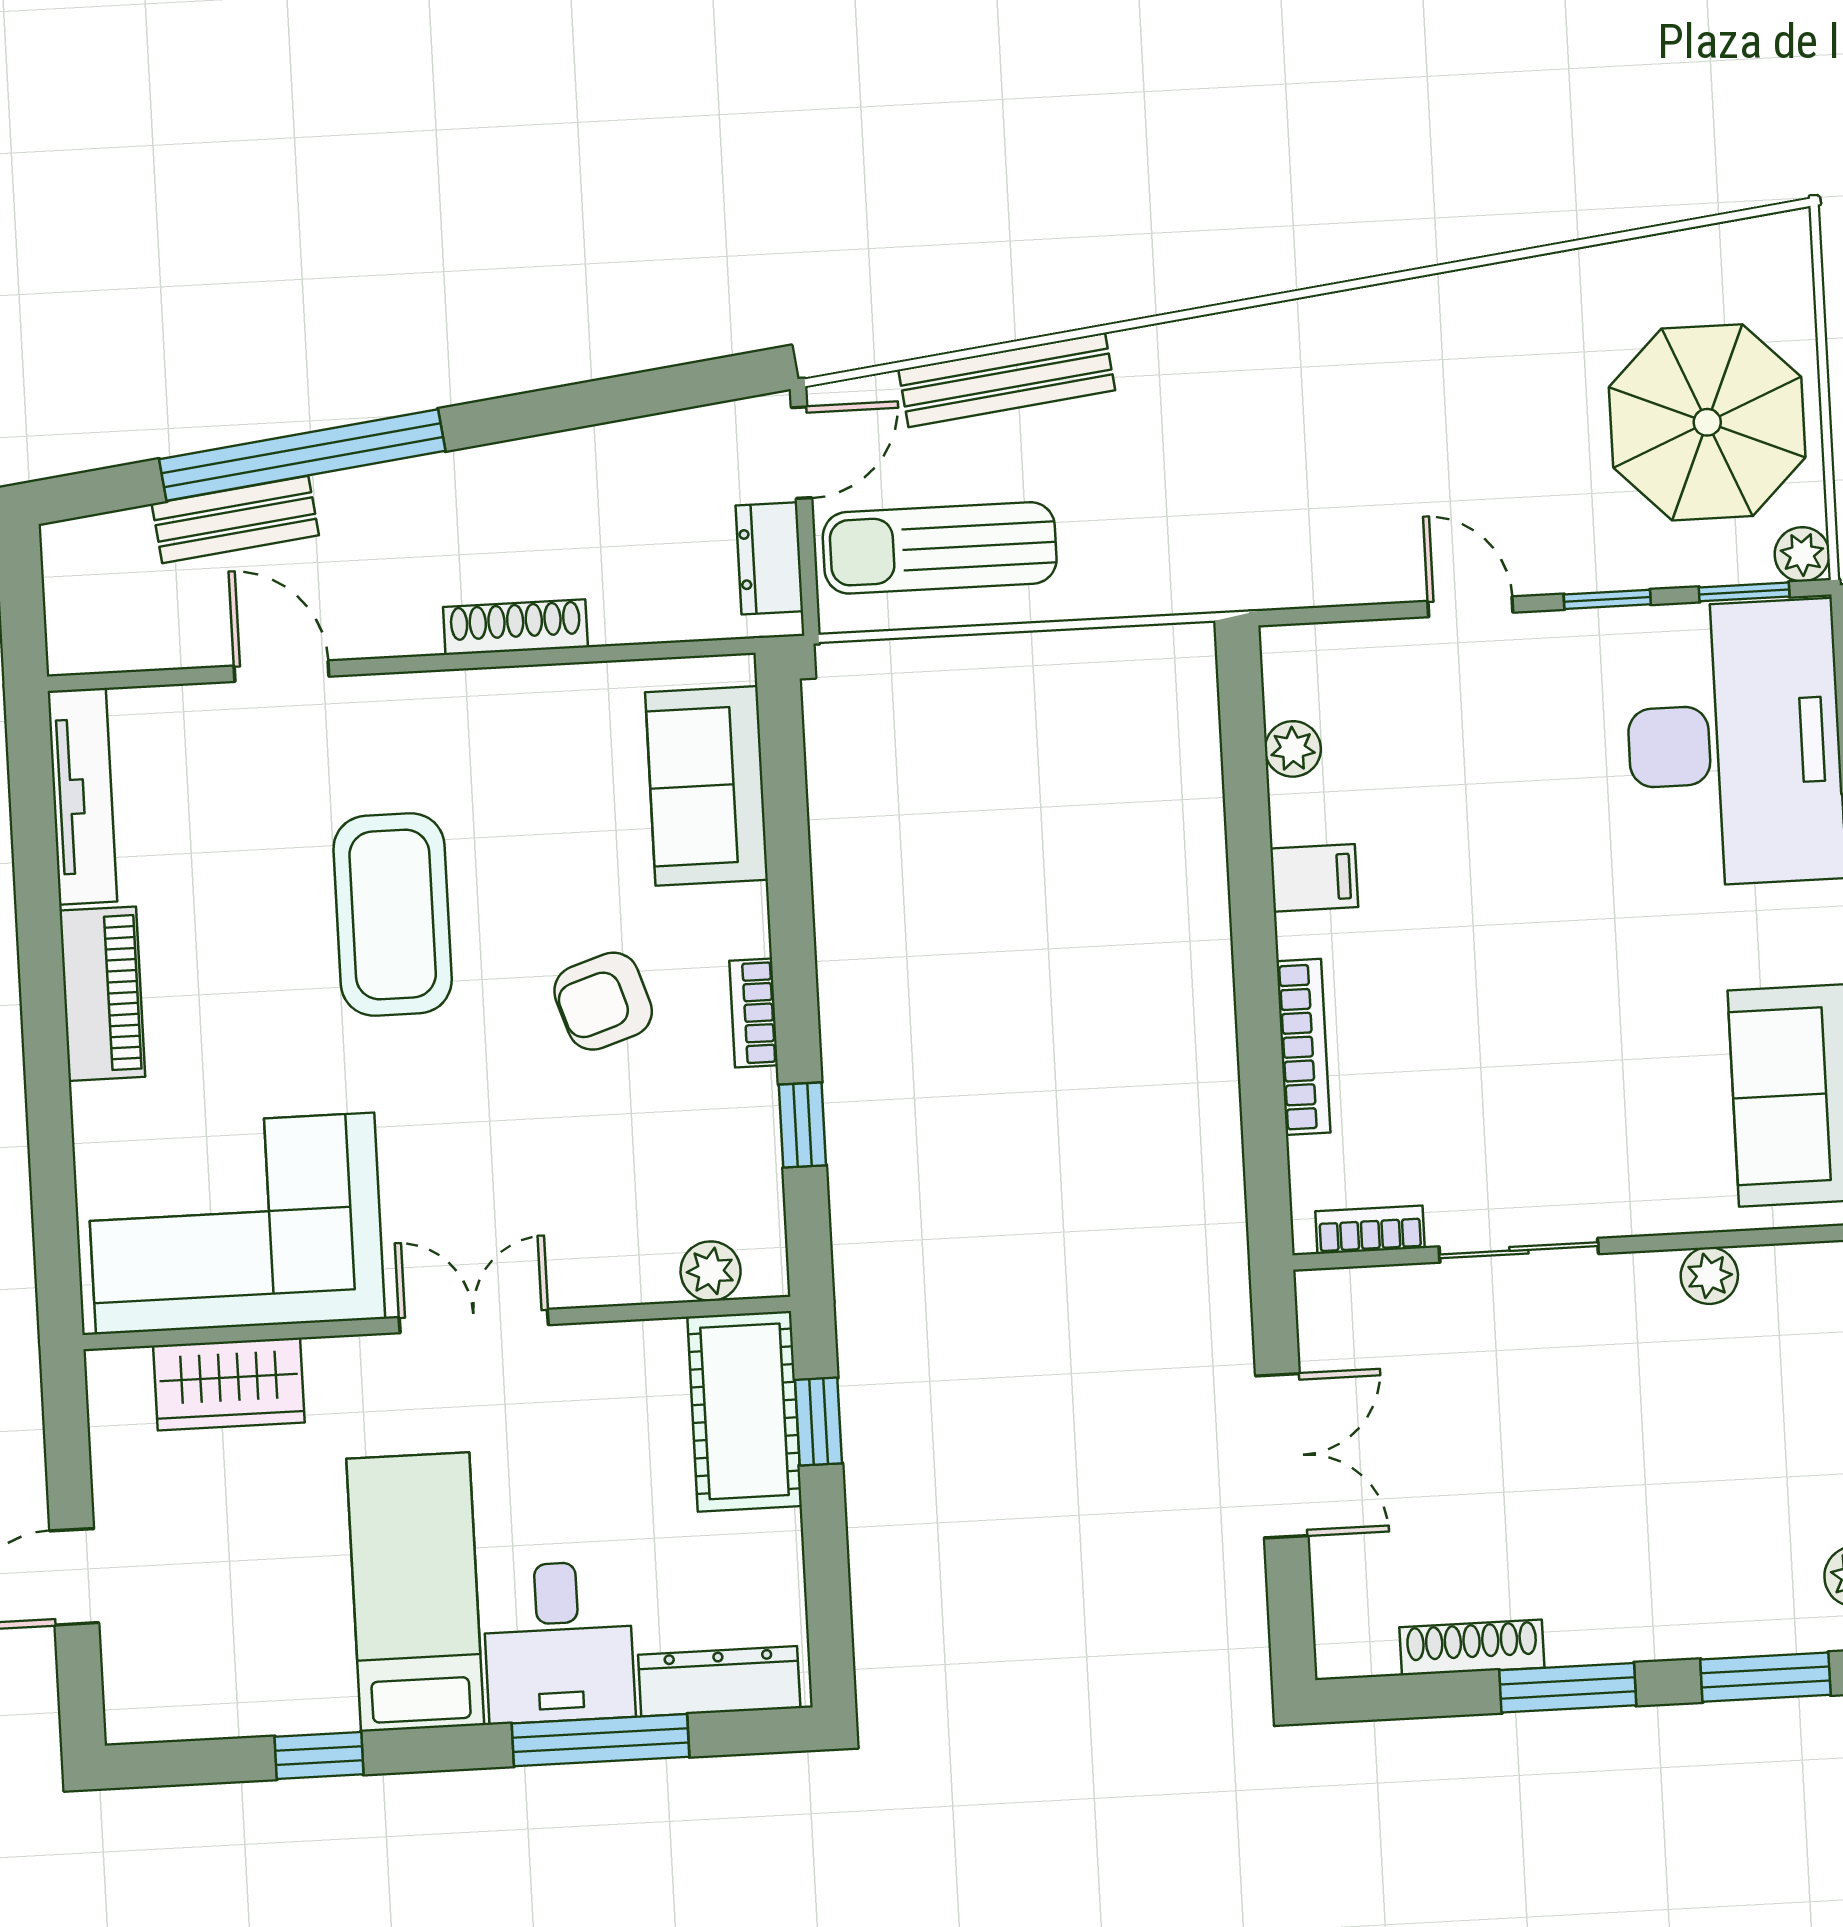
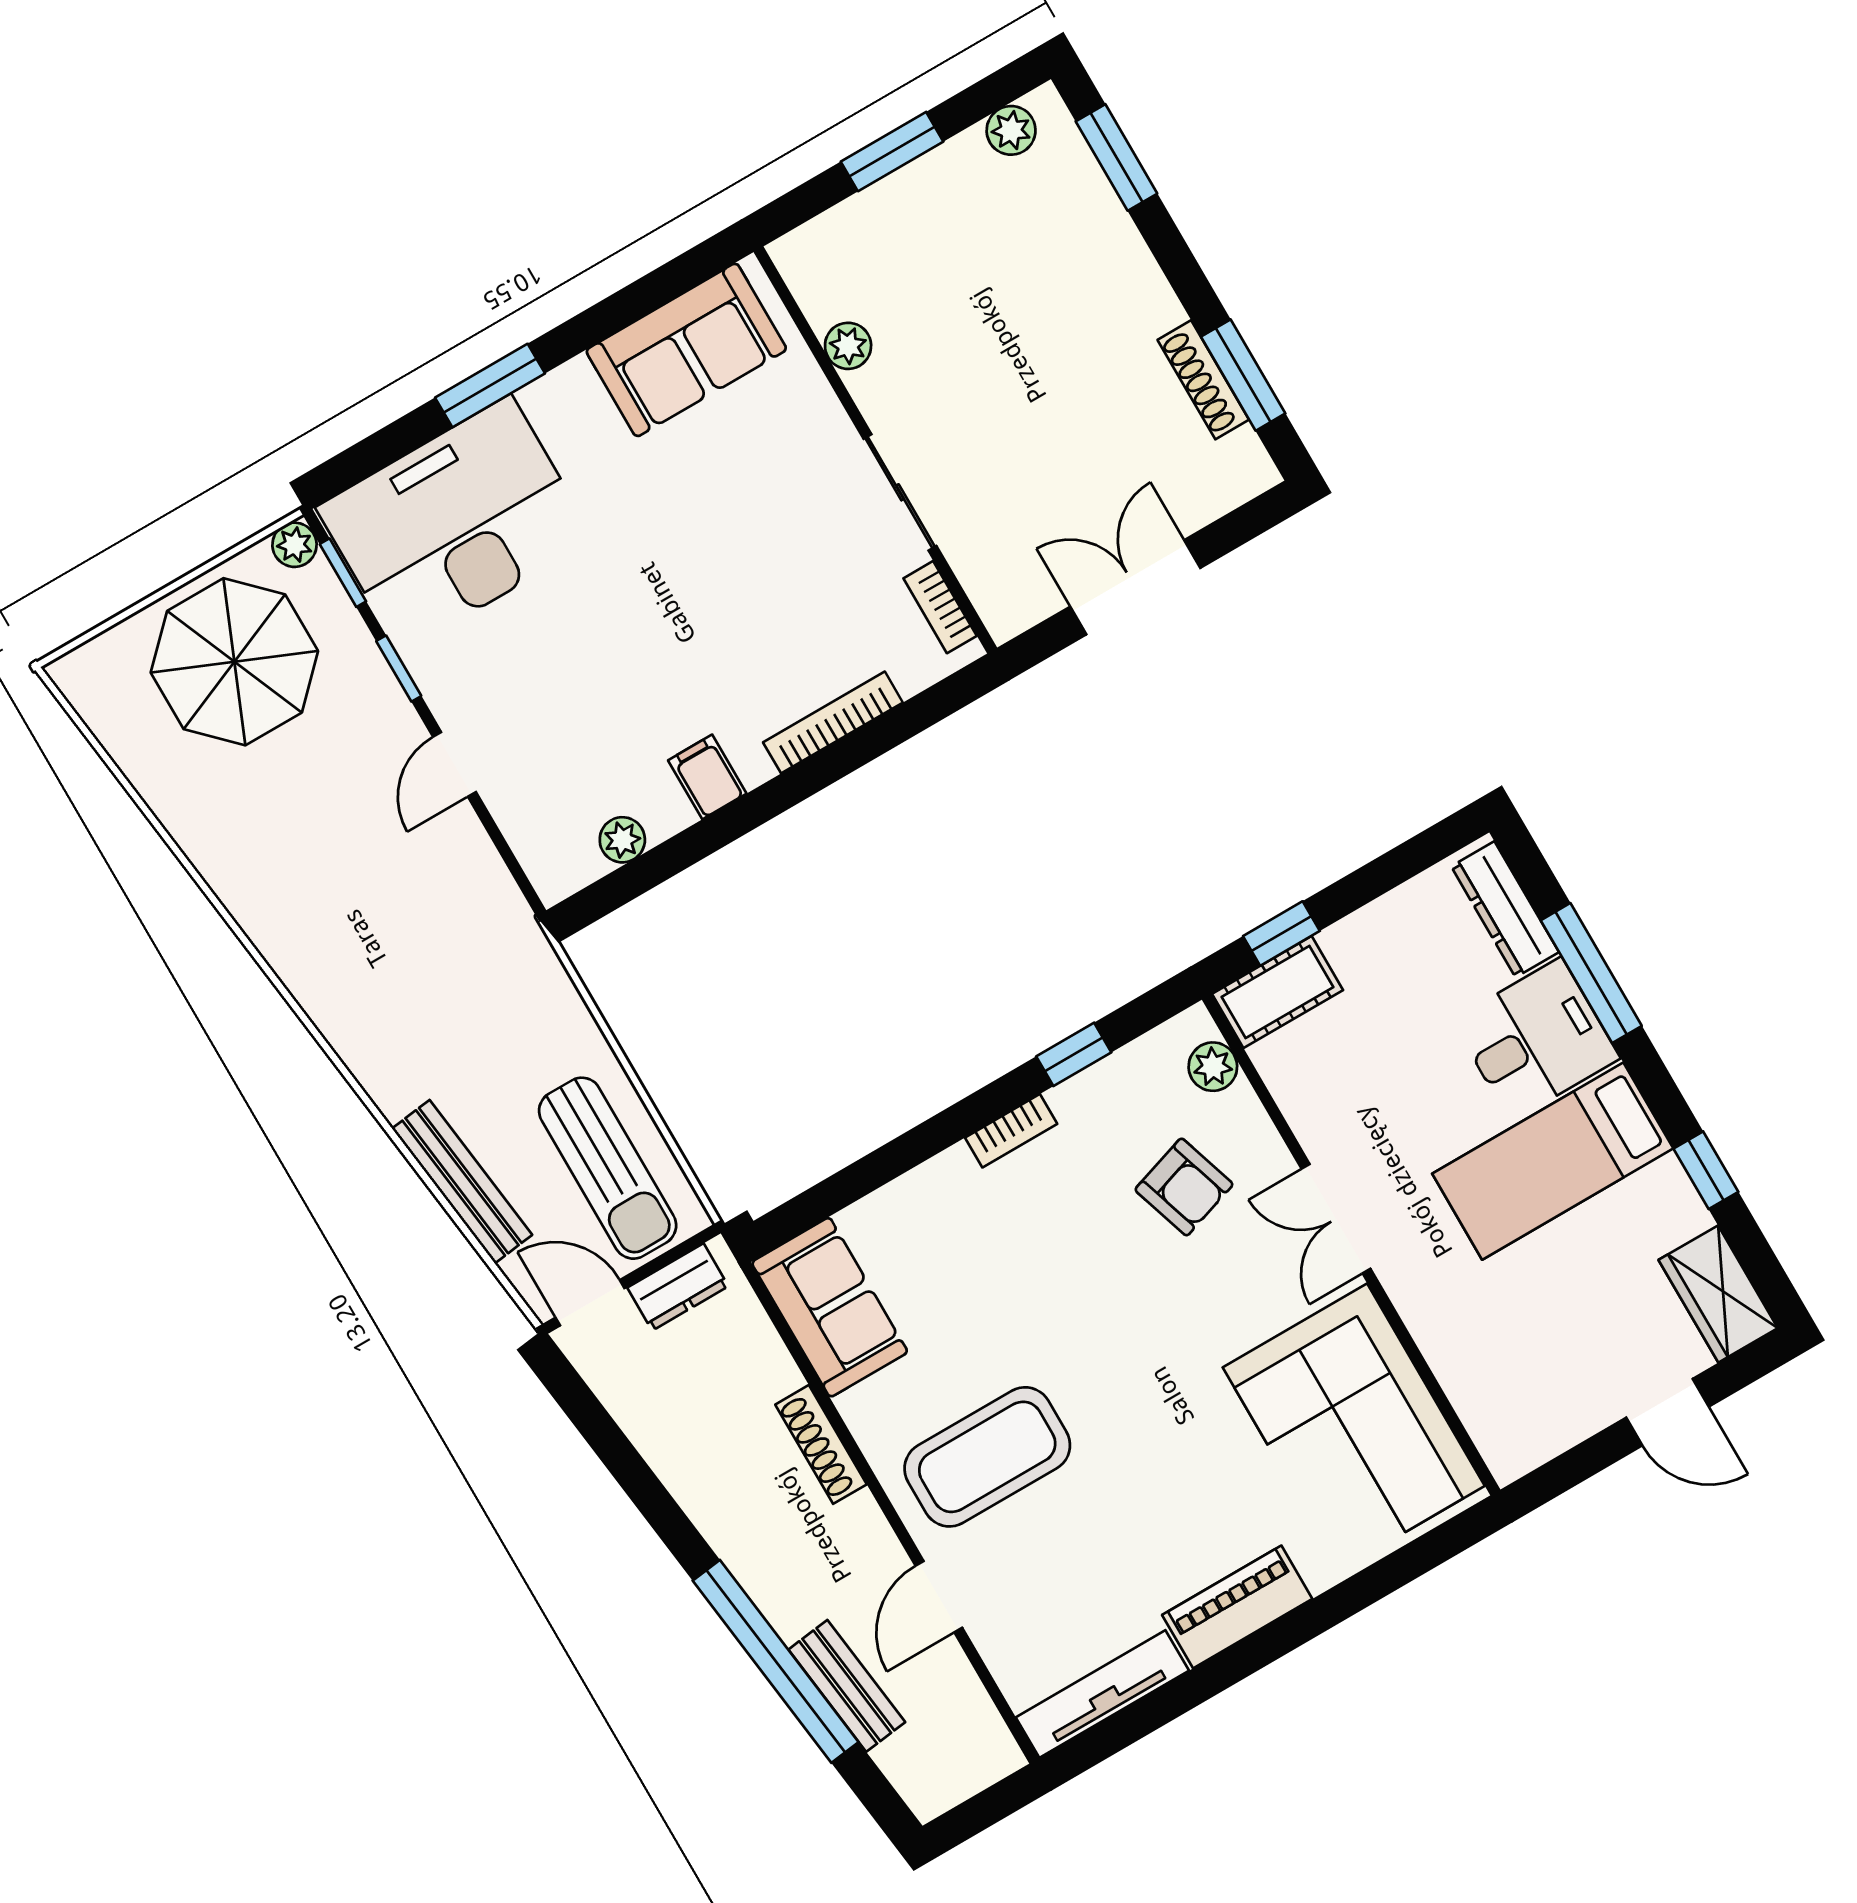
sofa: (707, 786) -> (830, 1307), moved, turned -90
coffee table: (393, 915) -> (987, 1457), moved
armchair: (603, 1001) -> (1184, 1187), moved
wardrobe: (229, 1384) -> (1718, 1294), moved, turned 180
cot: (745, 1411) -> (1278, 992), width x0.73, depth x0.75
window: (1568, 1688) -> (1243, 375), moved

